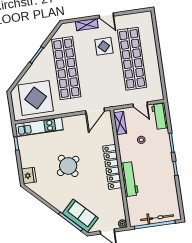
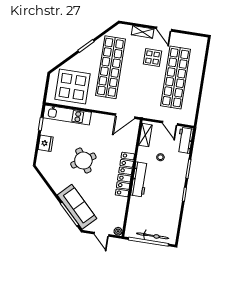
fridge: (29, 176) -> (46, 143), moved
workbench: (130, 179) -> (140, 179), moved
sofa: (80, 216) -> (77, 207), width x1.36

